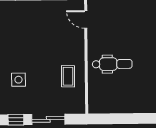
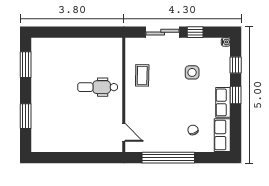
chair: (17, 23) -> (193, 130), added

